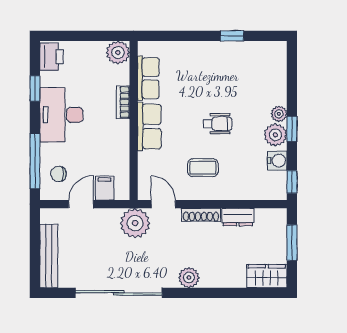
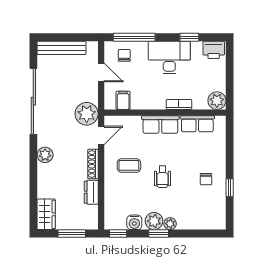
chair: (221, 67) -> (206, 179), added
coffee table: (203, 168) -> (129, 165), turned 90
filing cabinet: (105, 188) -> (123, 100), moved, turned -90

